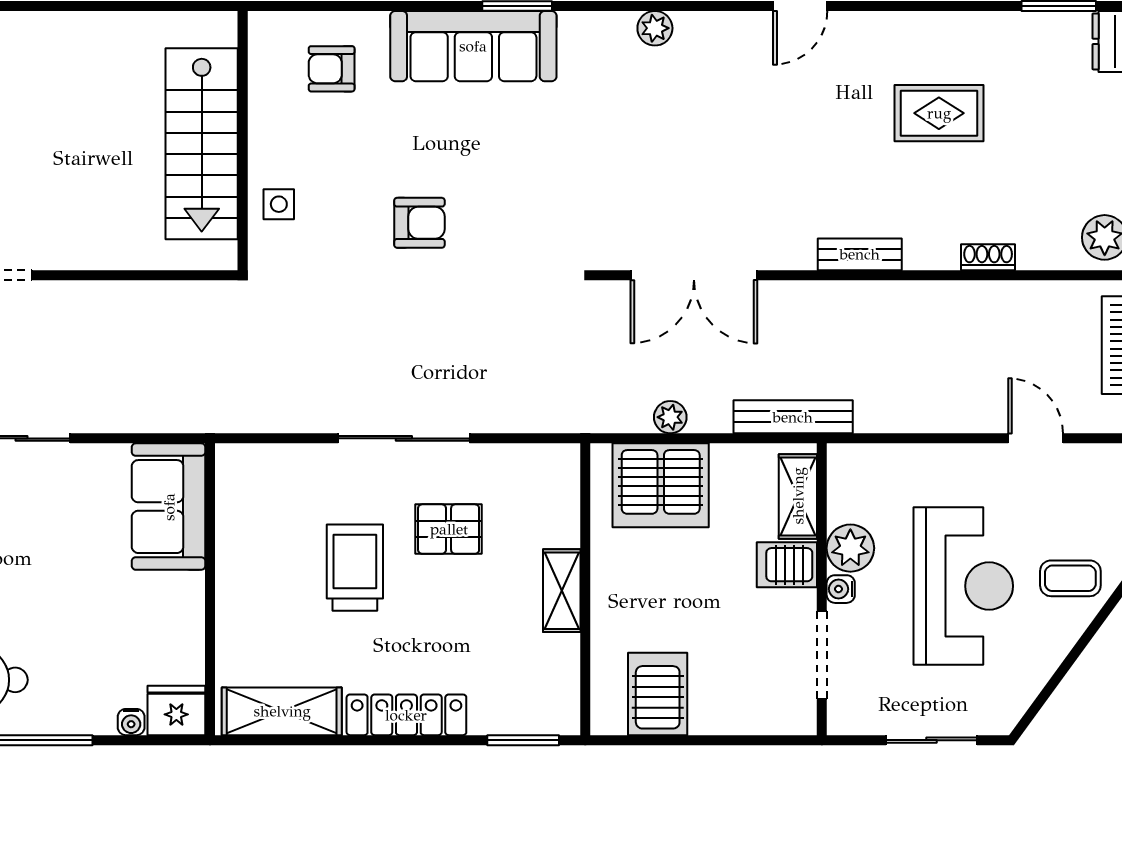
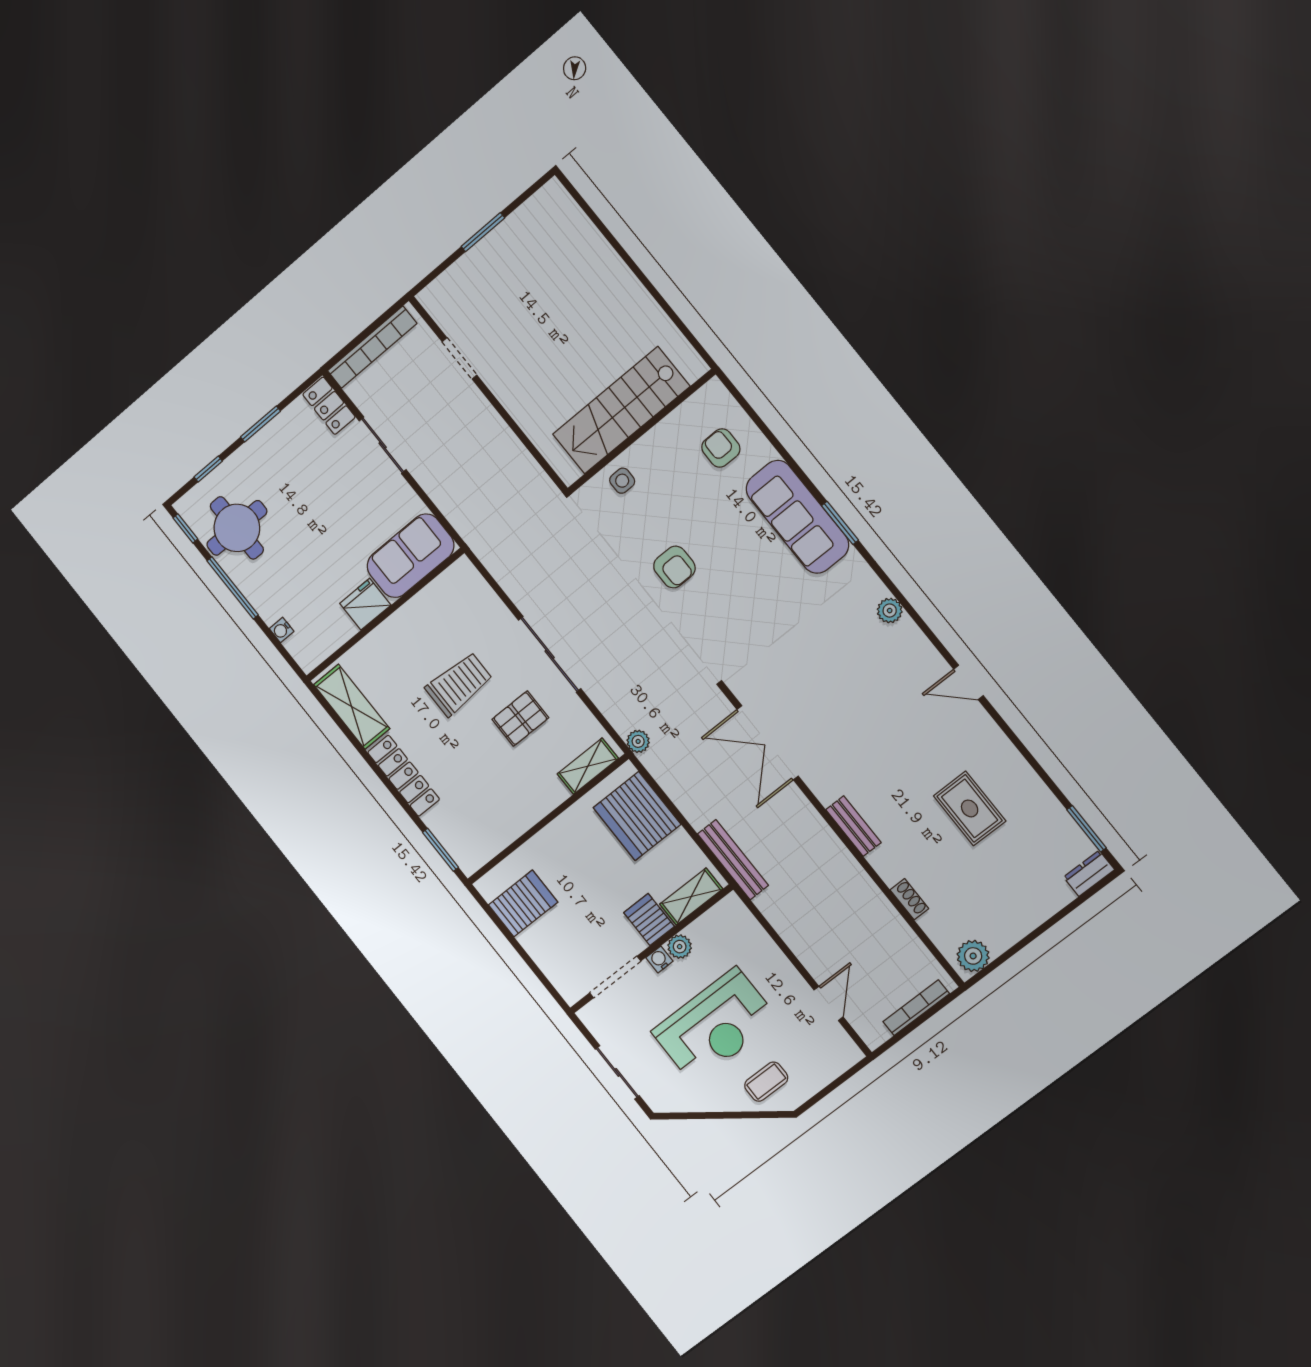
plant: (670, 417) -> (638, 741), moved
pallet: (449, 529) -> (520, 719), turned 90
plant: (850, 548) -> (680, 947), width x0.73, depth x0.73
coffee table: (1070, 578) -> (766, 1082), turned 90
shelving: (562, 591) -> (588, 766), moved
fridge: (176, 711) -> (365, 604), moved, turned -90

